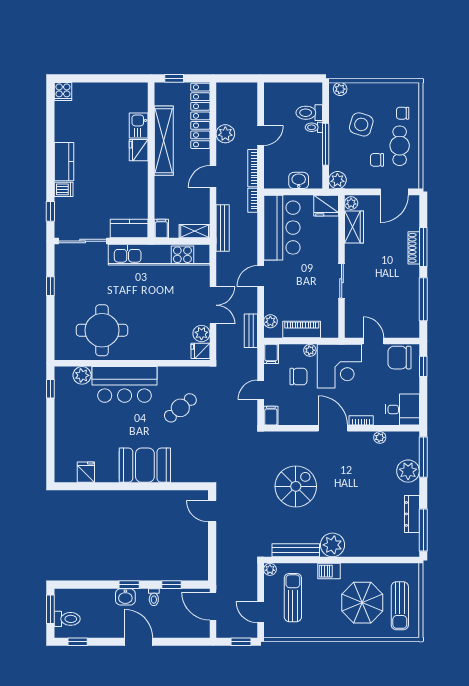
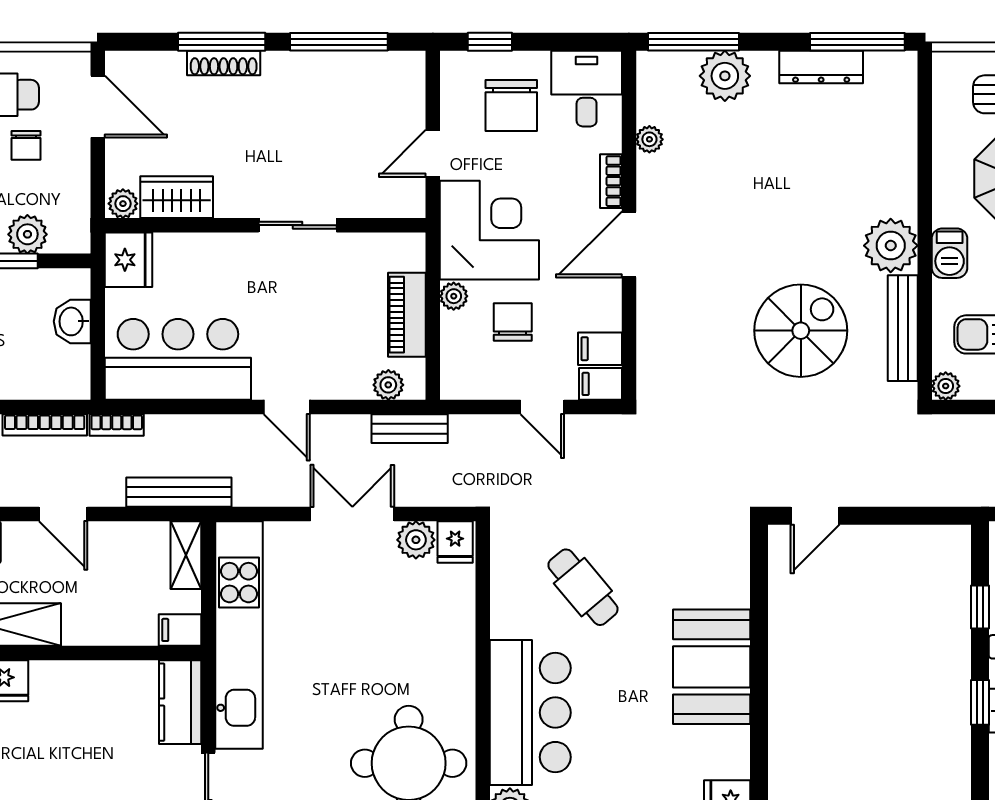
plant: (337, 180) -> (27, 234), moved
filing cabinet: (271, 354) -> (600, 349), moved, turned 180
chair: (400, 358) -> (511, 105), moved
spiral stairs: (296, 486) -> (801, 331), moved, turned 90

